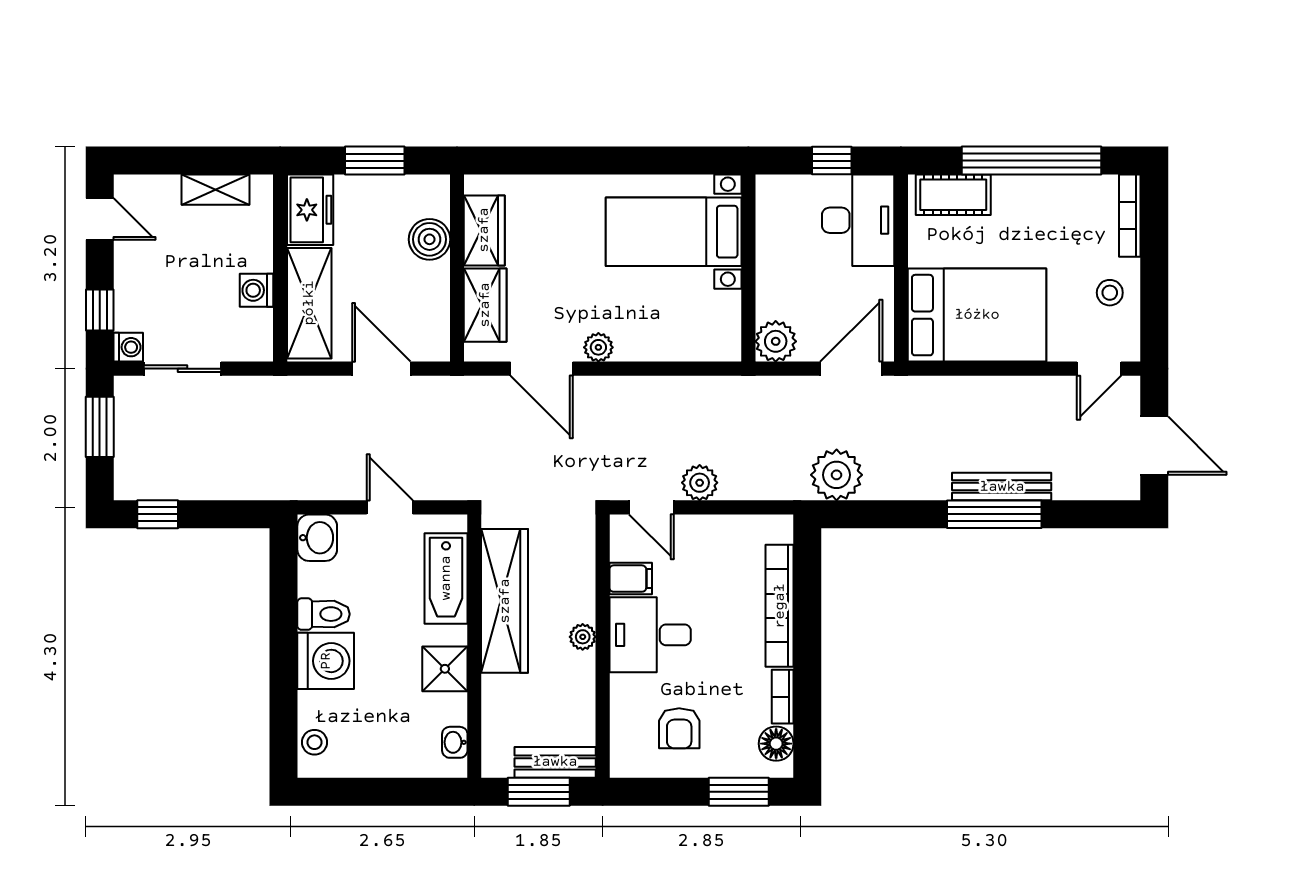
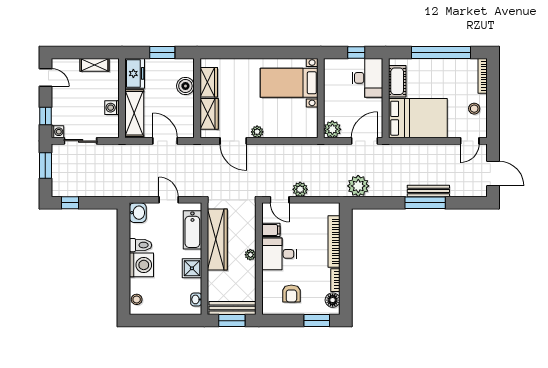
cot: (953, 195) -> (397, 81), moved, turned 90
bench: (555, 762) -> (233, 308), width x1.36

